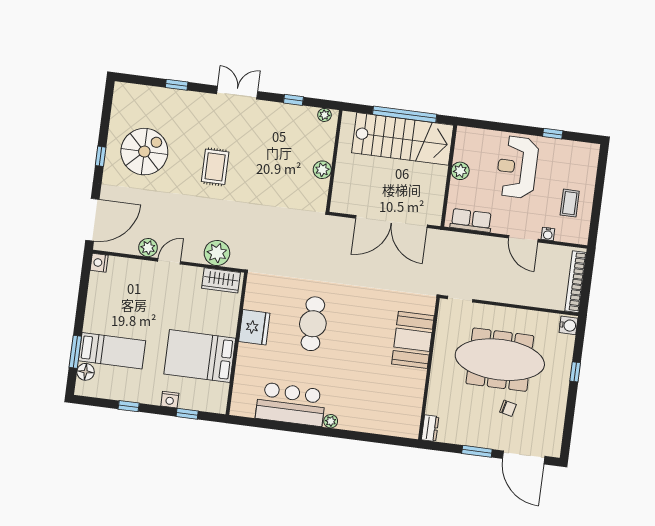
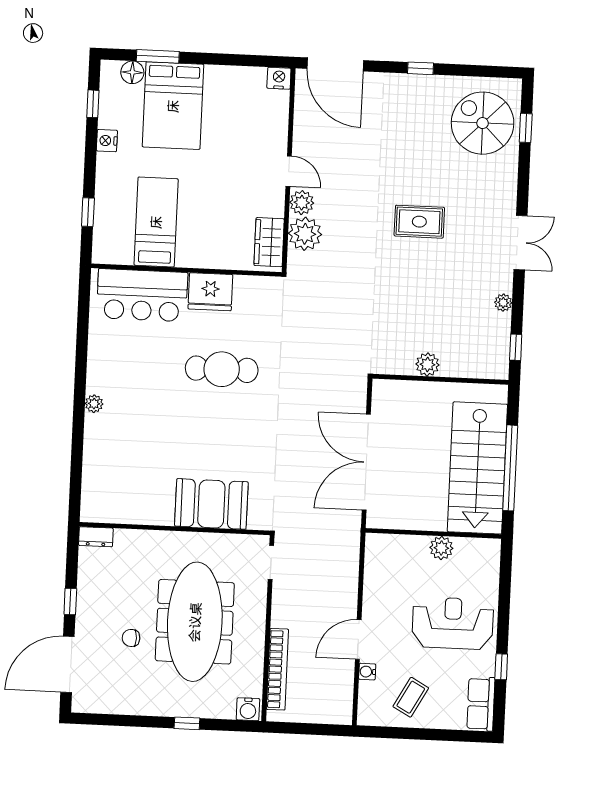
window: (177, 85) -> (526, 128), moved
window: (293, 100) -> (516, 347), moved
plant: (324, 115) -> (503, 303), moved
spiral stairs: (144, 152) -> (483, 123), moved, turned 180
coffee table: (570, 203) -> (411, 697), turned -61
row of seats: (471, 220) -> (481, 704), moved, turned 180
plant: (148, 248) -> (302, 203), moved
bookcase: (576, 282) -> (277, 669), moved, turned 90
bed: (112, 351) -> (173, 106), width x1.50
bed: (200, 356) -> (156, 222), width x0.67
nightstand: (170, 400) -> (107, 141), moved
bar counter: (291, 404) -> (142, 295), moved, turned 90
window: (129, 406) -> (93, 104), moved
chair: (508, 408) -> (131, 638), turned 77
window: (477, 451) -> (70, 602), width x0.67

